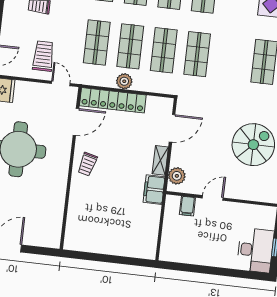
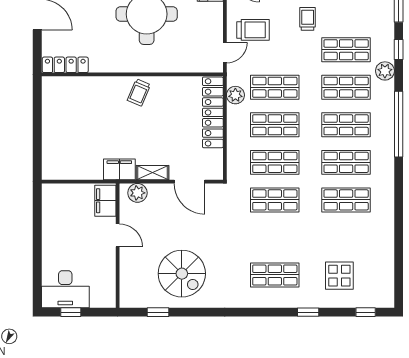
plant: (124, 81) -> (235, 95), moved
door: (76, 122) -> (184, 74), removed
trolley: (87, 164) -> (139, 92), turned -81
filing cabinet: (187, 206) -> (105, 201), width x2.00
locker: (55, 227) -> (65, 65), added

